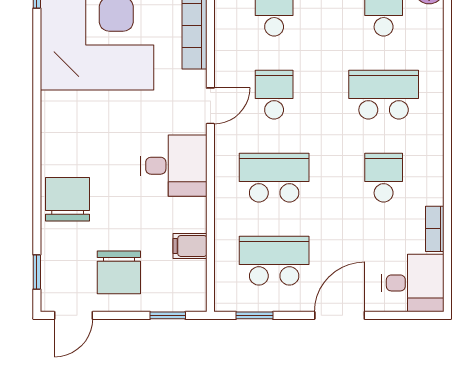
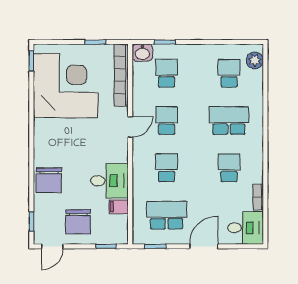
desk: (174, 166) -> (109, 181), moved
school desk: (274, 178) -> (167, 168), width x0.54
chair: (68, 199) -> (49, 180), turned 180

